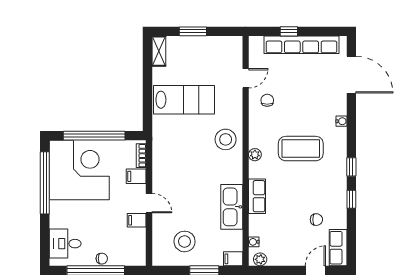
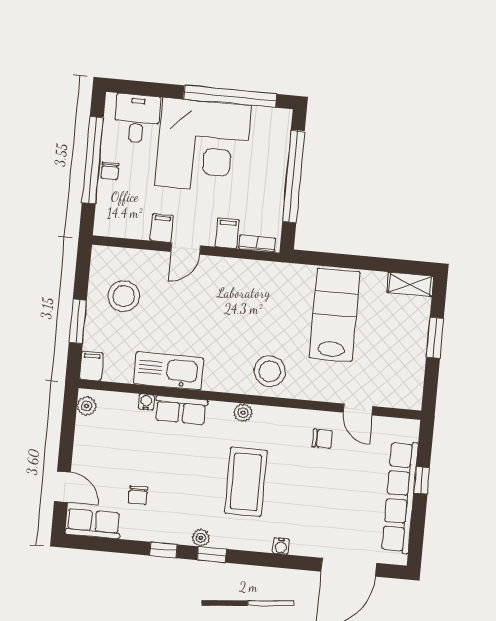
lab bench: (184, 100) -> (335, 315), turned 180
corner desk: (79, 170) -> (203, 146), moved
plant: (341, 175) -> (201, 538), added
water cooler: (254, 242) -> (146, 402), moved

